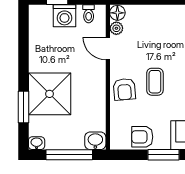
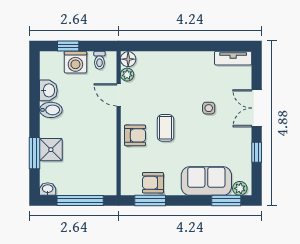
bidet: (40, 64) -> (51, 110), added
armchair: (124, 89) -> (135, 135), turned -85
shower: (50, 94) -> (51, 150), width x0.54, depth x0.54
washbasin: (95, 141) -> (48, 90), moved, turned 90
window: (164, 155) -> (150, 201), moved

